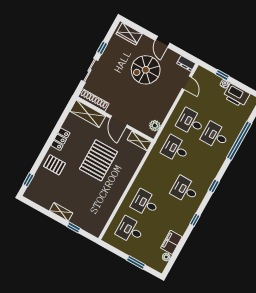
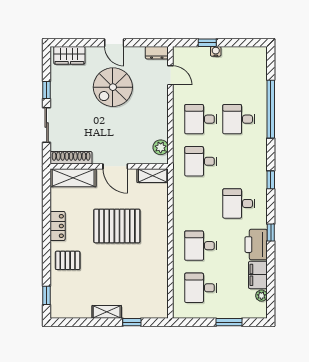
printer: (236, 95) -> (256, 245), moved, turned 90
pallet: (98, 160) -> (117, 226), turned 90

